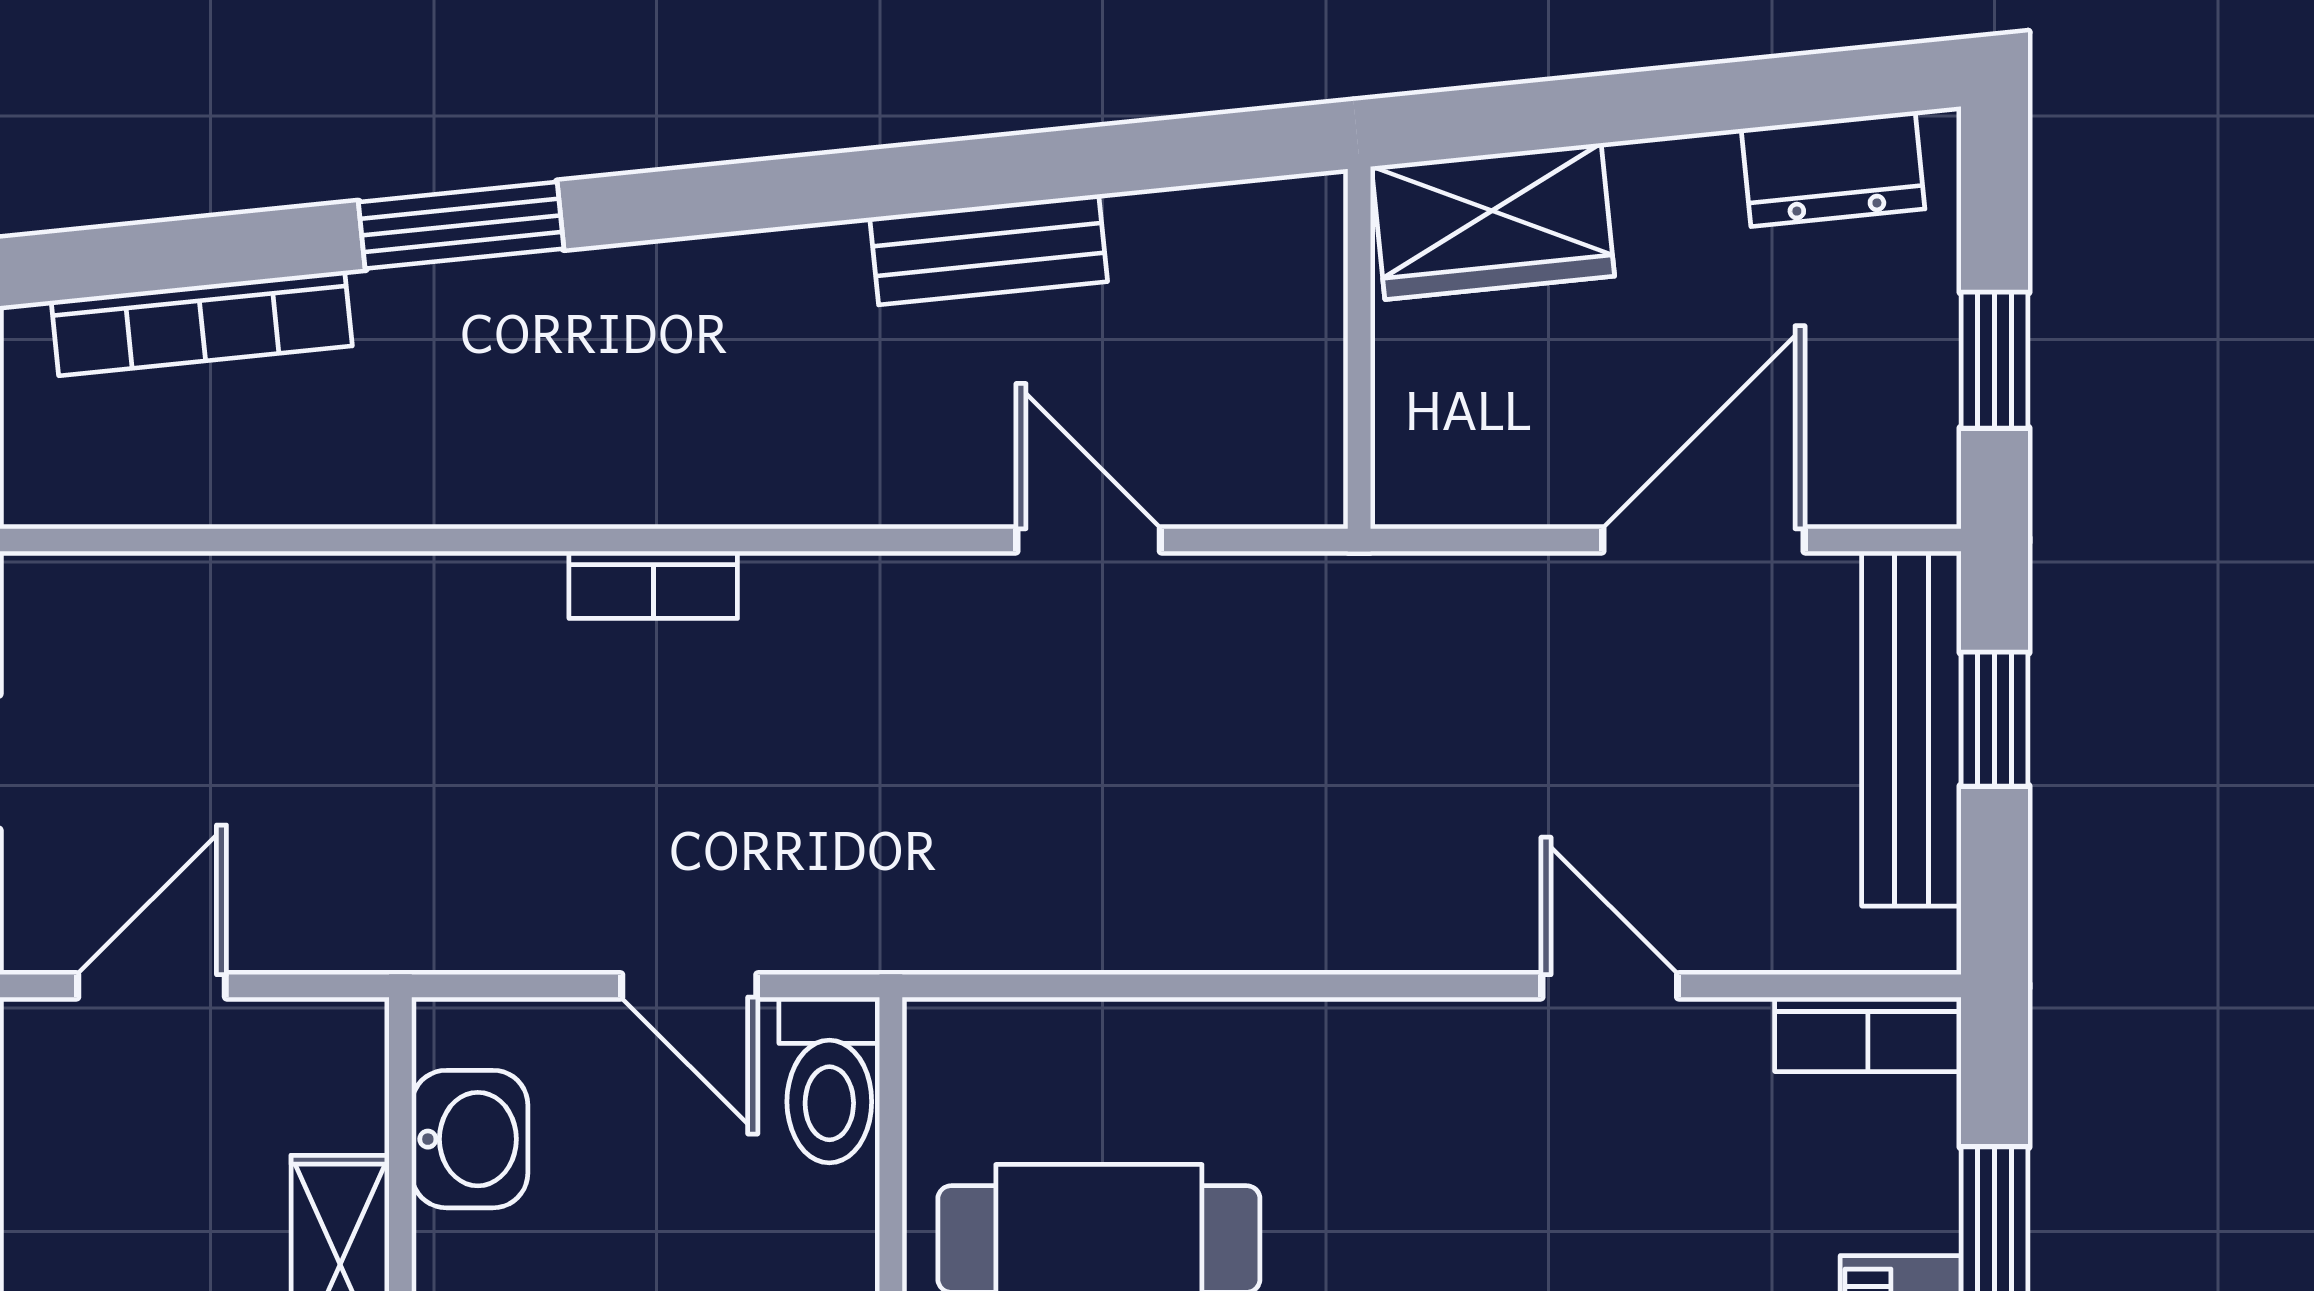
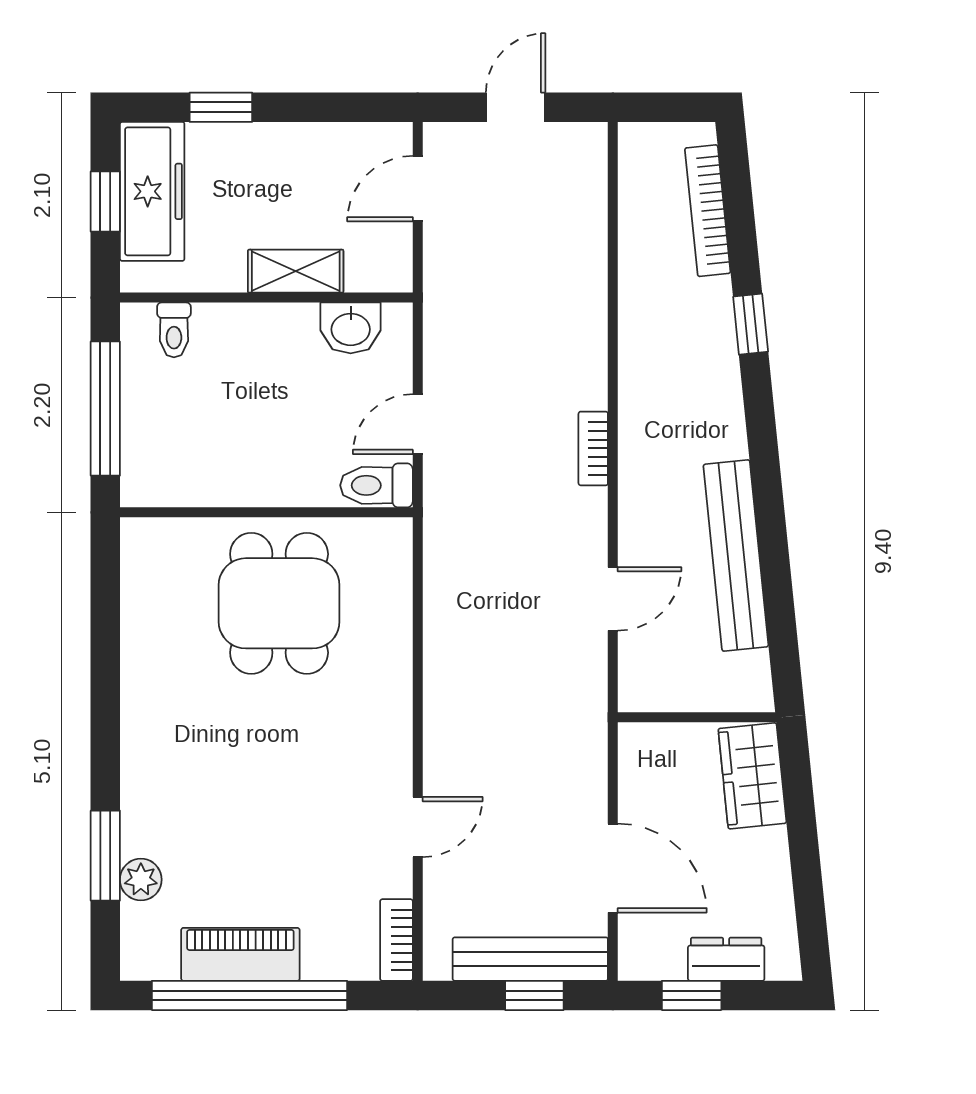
dresser: (1833, 169) -> (726, 959), moved, turned 96
window: (461, 225) -> (751, 324), width x0.67
bench: (989, 250) -> (736, 556), width x1.86, depth x1.21
bookcase: (653, 585) -> (593, 448), moved
door: (152, 986) -> (418, 189), swing flipped

